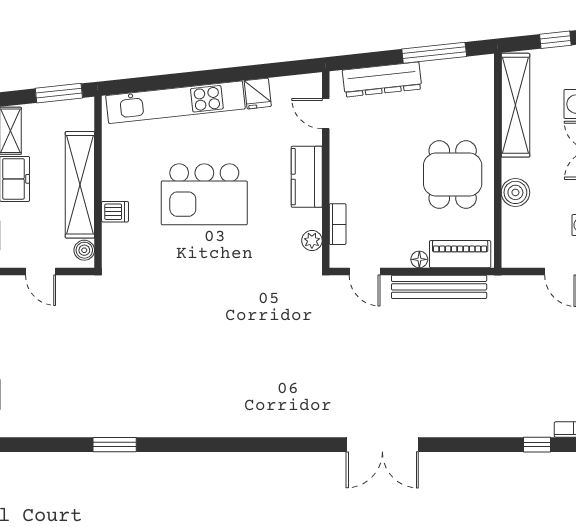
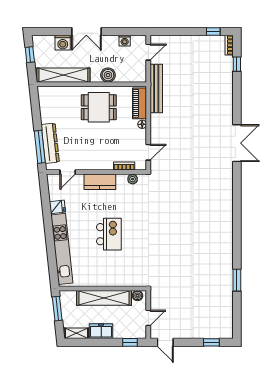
window: (434, 53) -> (40, 147), moved
kitchen island: (204, 194) -> (109, 234), width x0.73, depth x0.78
dishwasher: (115, 212) -> (118, 280), removed
bench: (439, 287) -> (156, 88), moved

